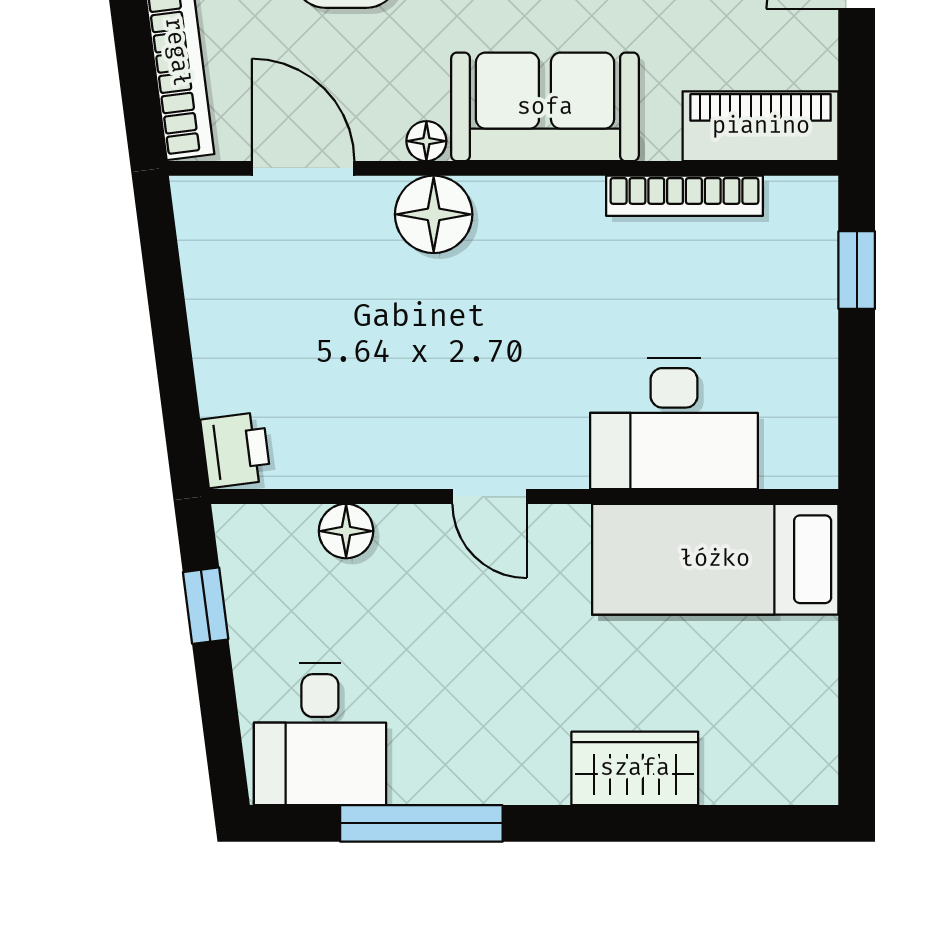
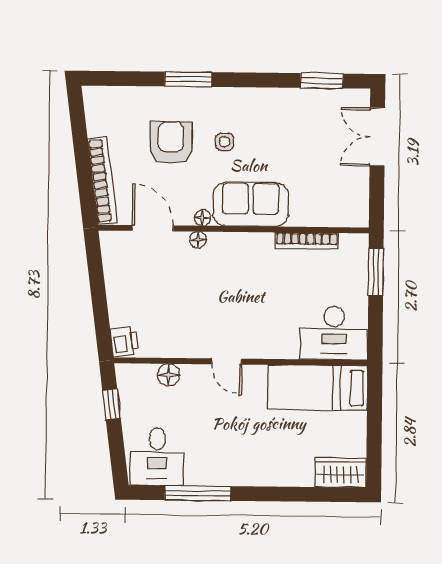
piano: (761, 126) -> (338, 213), removed
floor lamp: (434, 214) -> (198, 240), width x0.53, depth x0.53
window: (857, 270) -> (376, 272), width x1.50
desk: (674, 423) -> (334, 333), moved
wardrobe: (635, 768) -> (341, 473), moved

